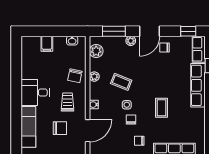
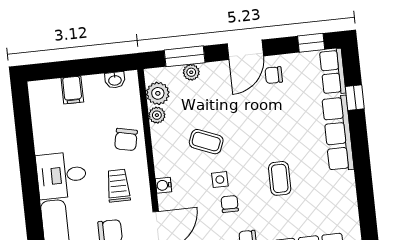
plant: (131, 41) -> (191, 72), moved
plant: (94, 77) -> (157, 115), moved

